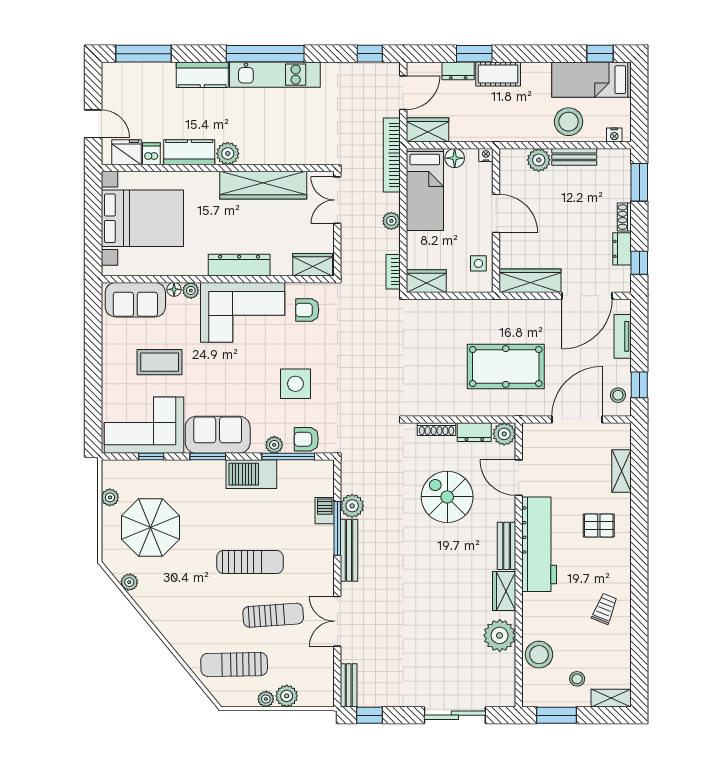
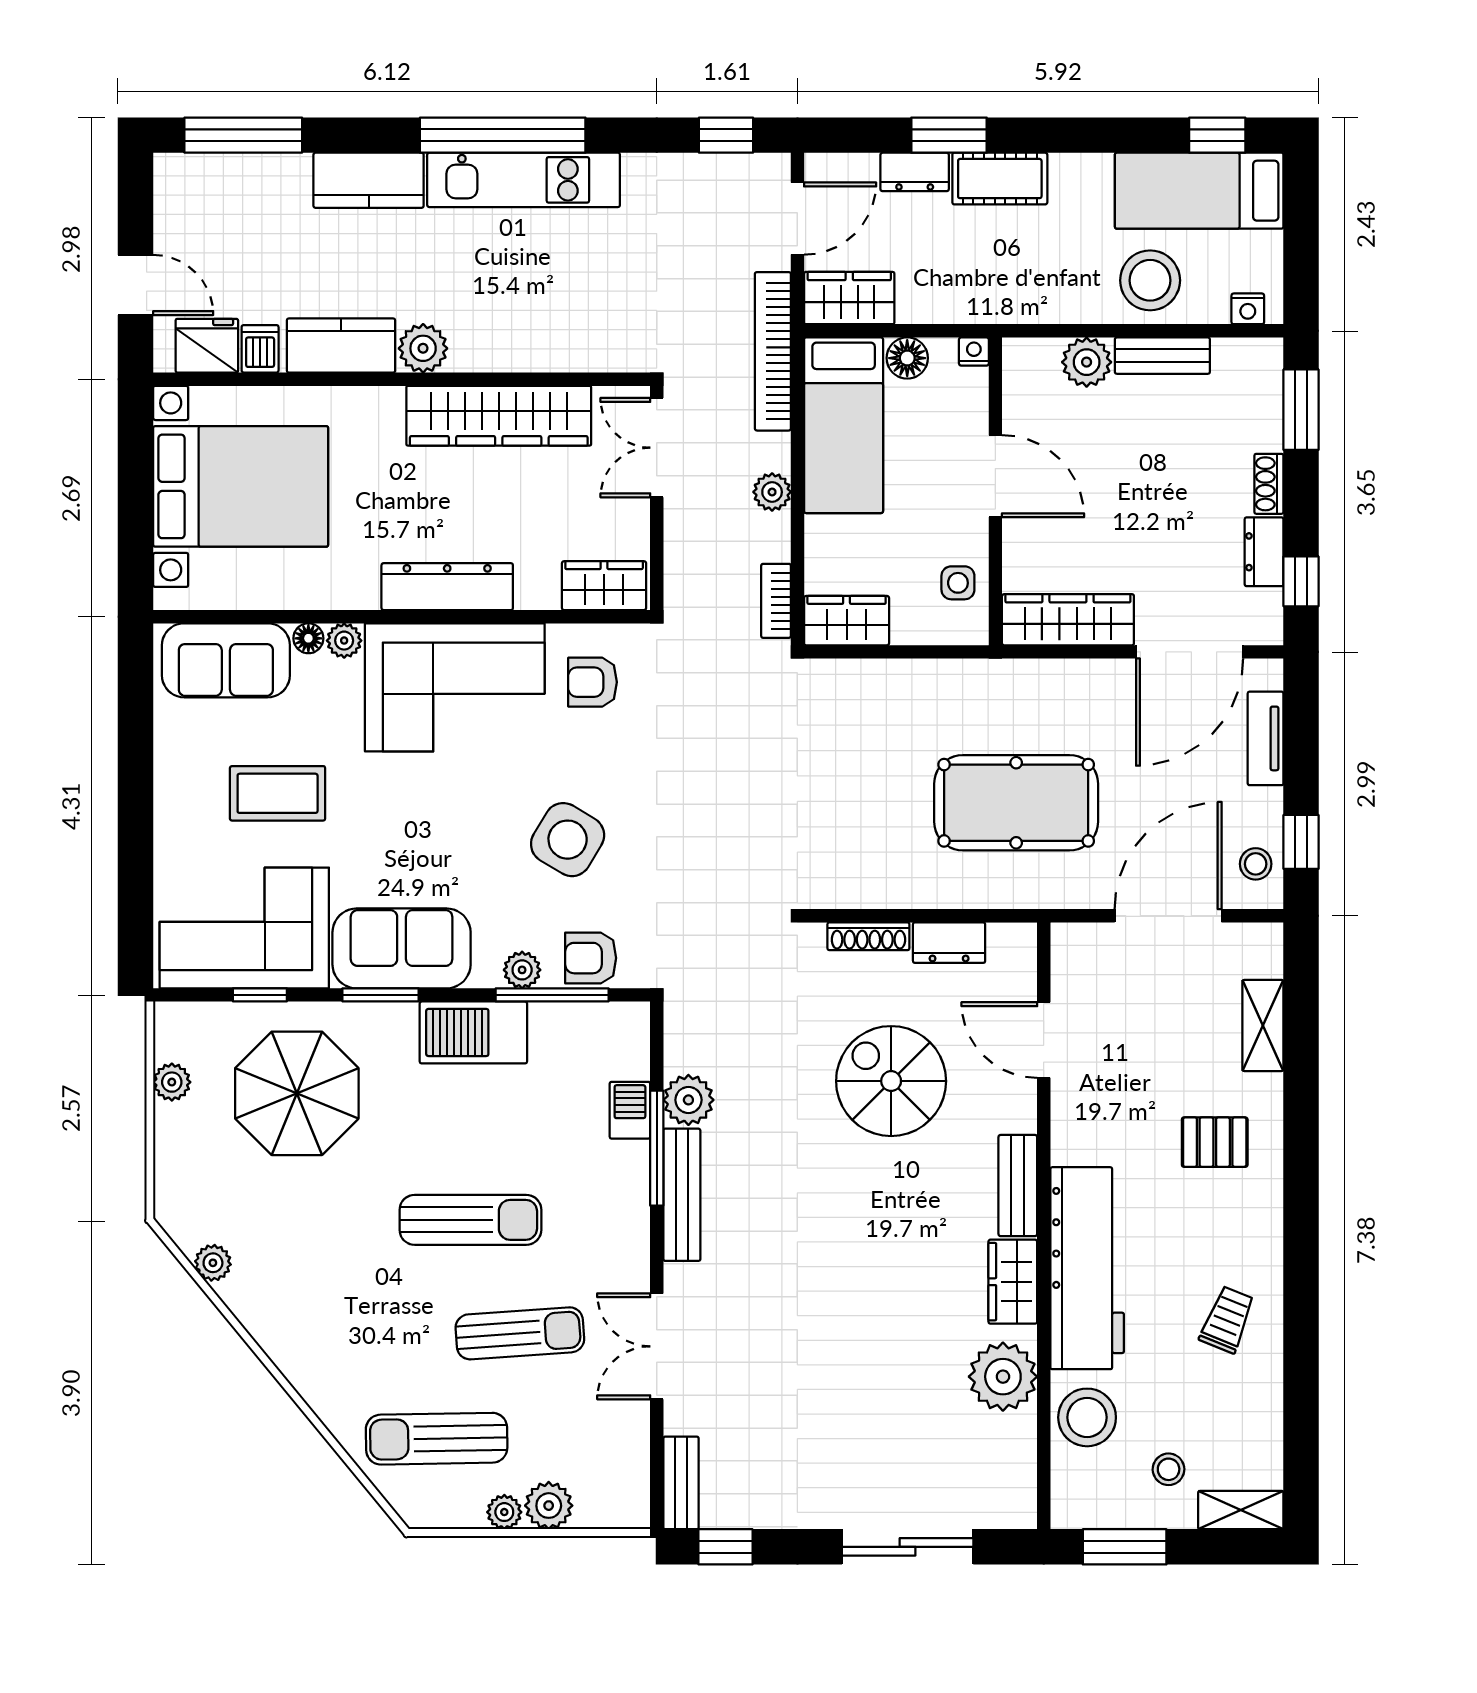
side table: (295, 384) -> (568, 840), turned 31
plant: (504, 434) -> (1013, 947), removed
parasol: (150, 527) -> (297, 1093), moved
workbench: (539, 544) -> (1087, 1268), moved

